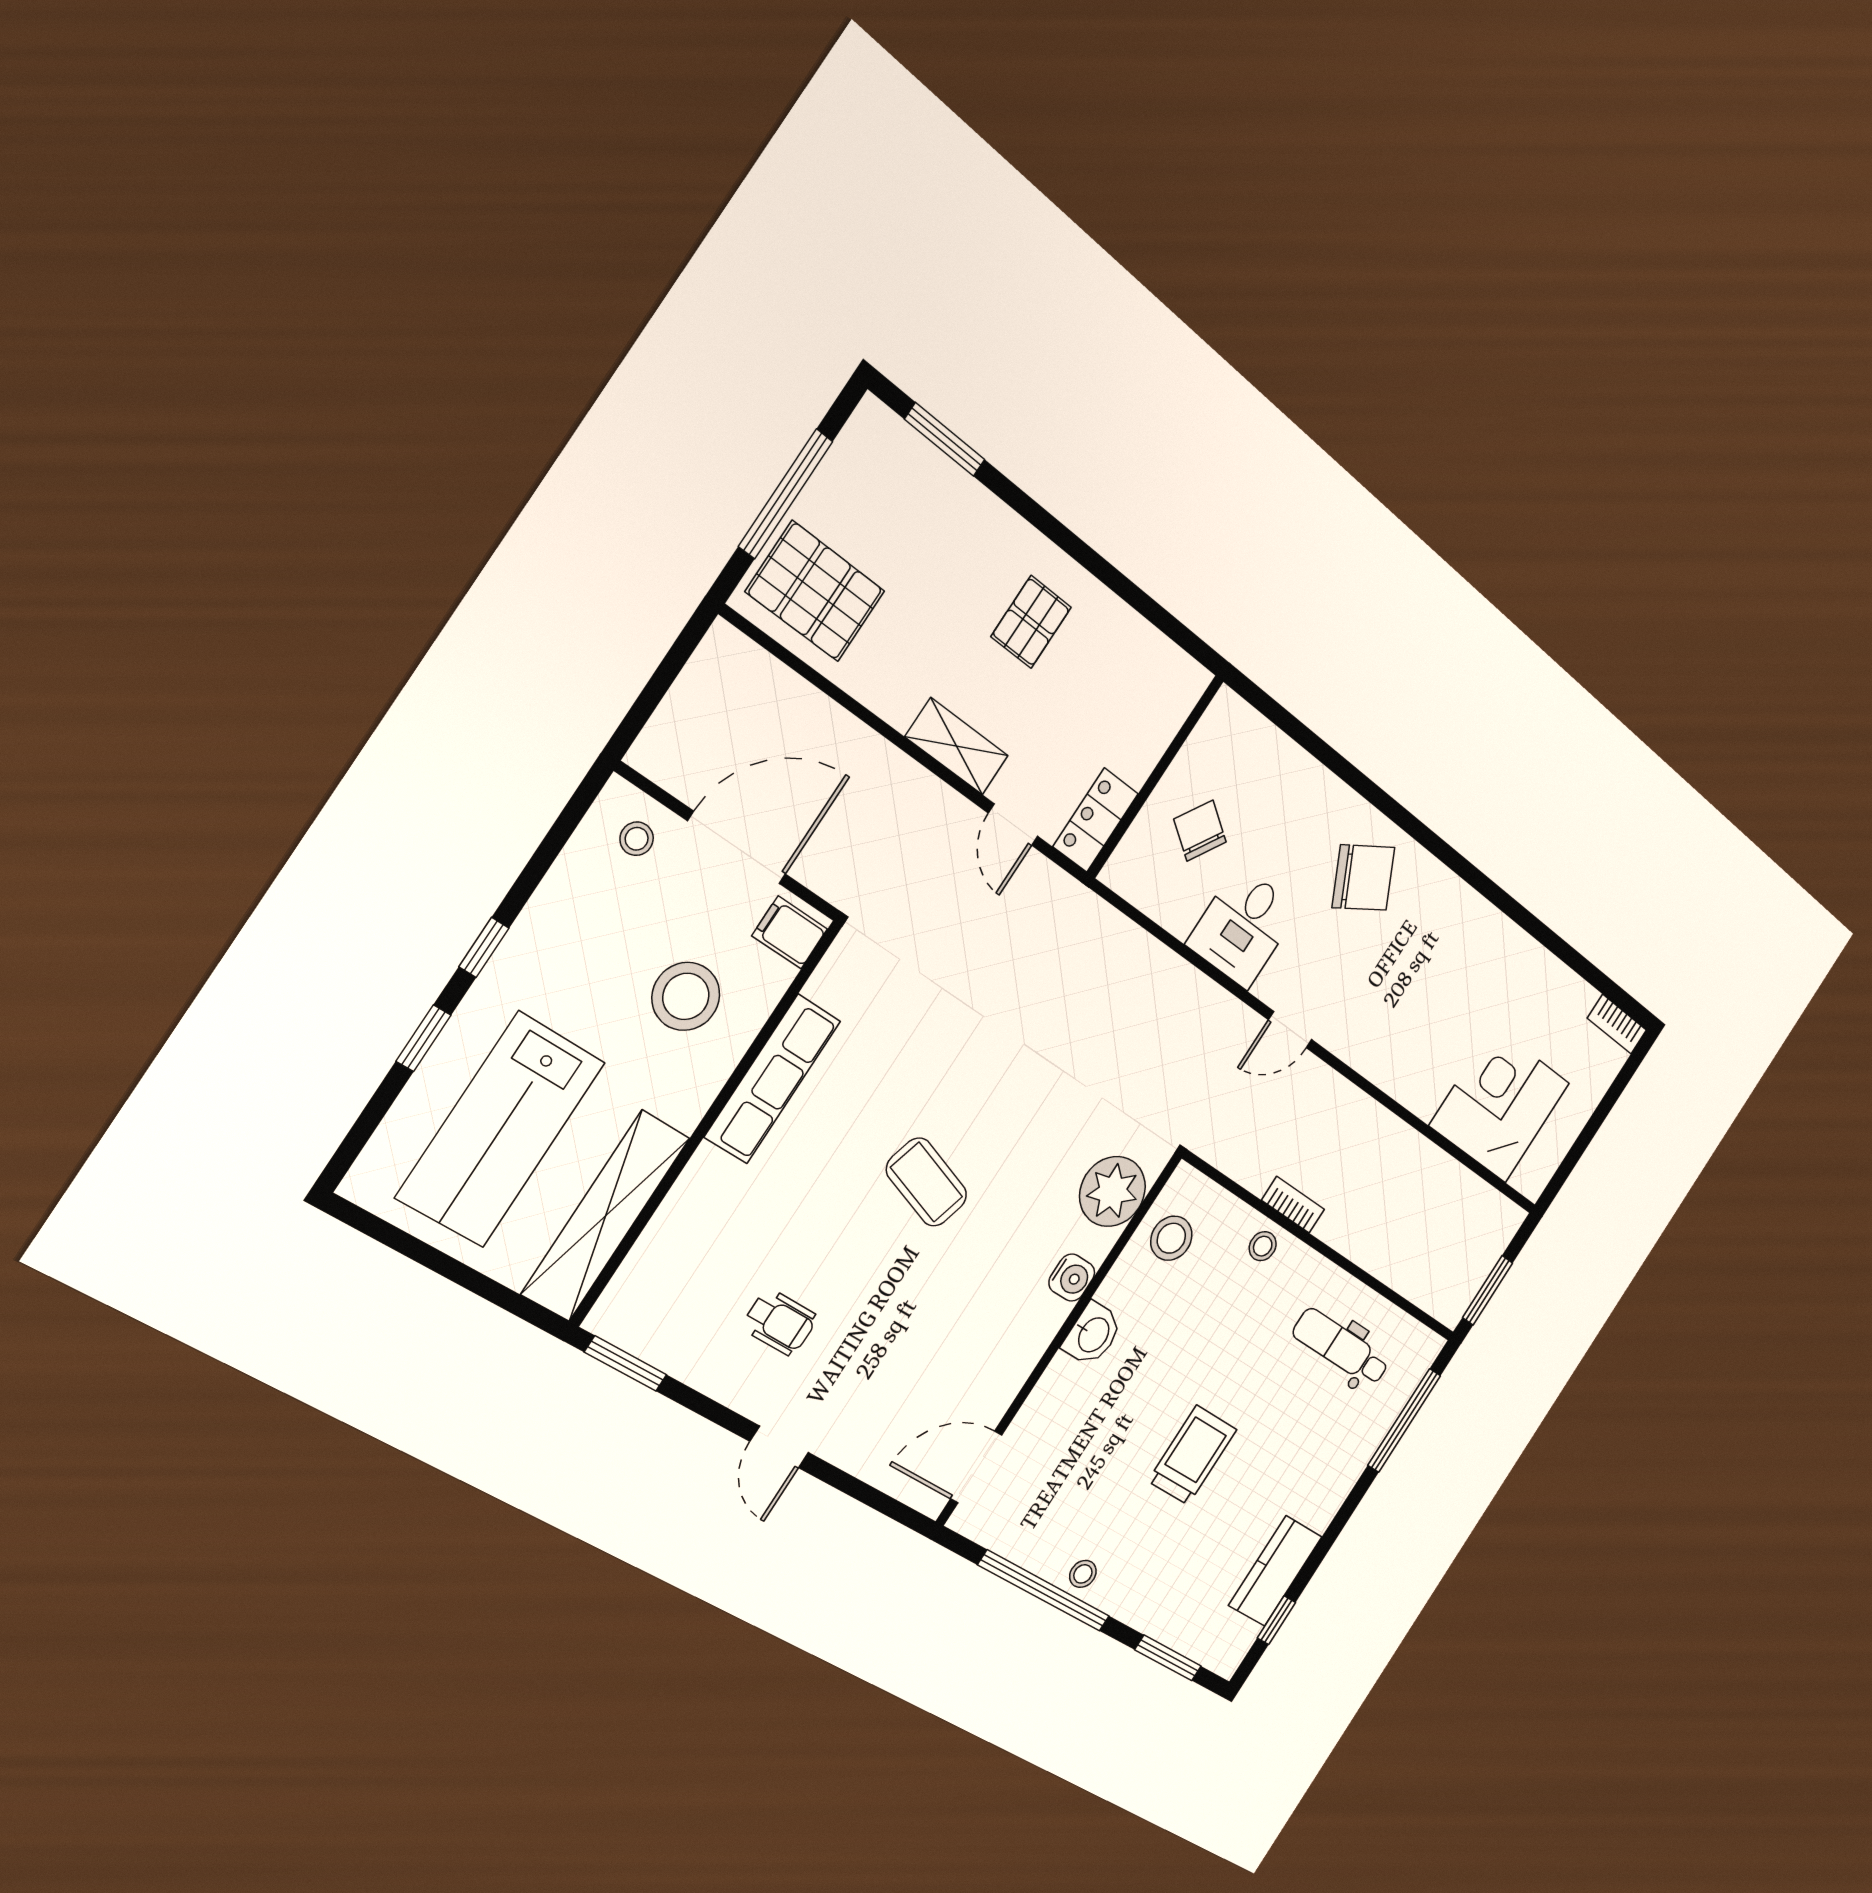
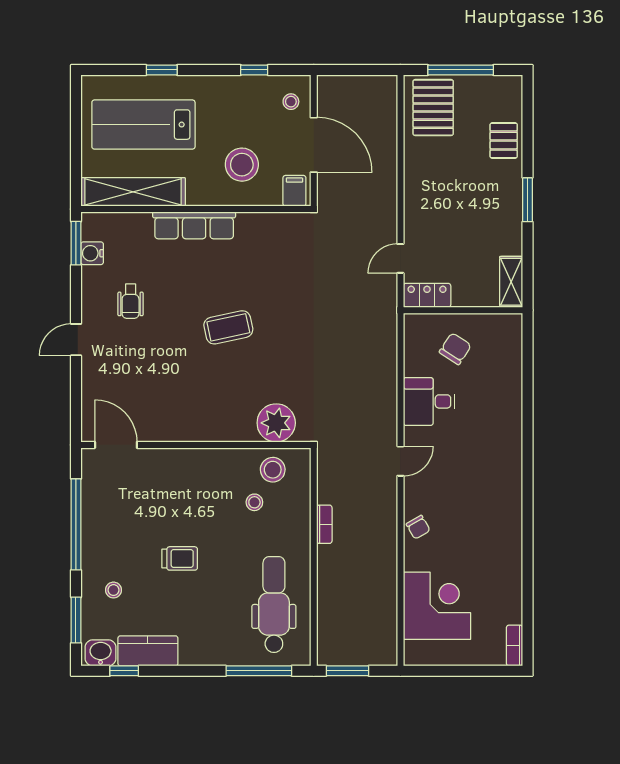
window: (945, 439) -> (527, 200), moved
pallet: (1031, 622) -> (504, 141), moved, turned 90
shelving: (957, 746) -> (511, 282), moved
chair: (1363, 878) -> (418, 527), moved, width x0.54, depth x0.54
window: (484, 947) -> (254, 70), moved
door: (1290, 1030) -> (400, 461), swing flipped
row of seats: (772, 1079) -> (194, 225), moved
coffee table: (927, 1182) -> (228, 327), turned 61
stool: (1263, 1246) -> (254, 502), moved
water cooler: (1072, 1278) -> (92, 253), moved, turned 90
washbasin: (1093, 1334) -> (101, 653), moved, turned 180
dental chair: (1341, 1347) -> (274, 604), width x1.36, depth x1.38
trolley: (1192, 1455) -> (180, 558), width x0.73, depth x0.72
stool: (1083, 1574) -> (113, 590), moved

